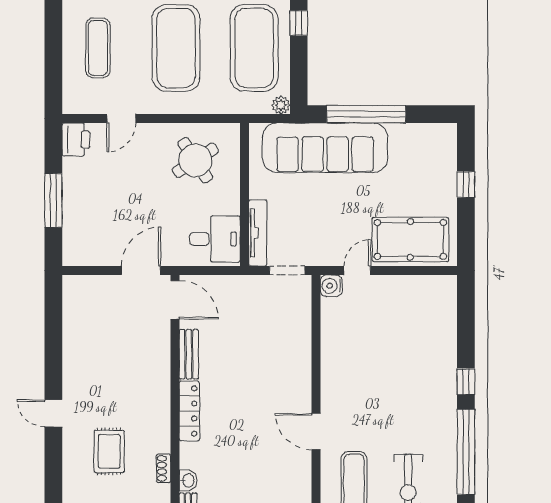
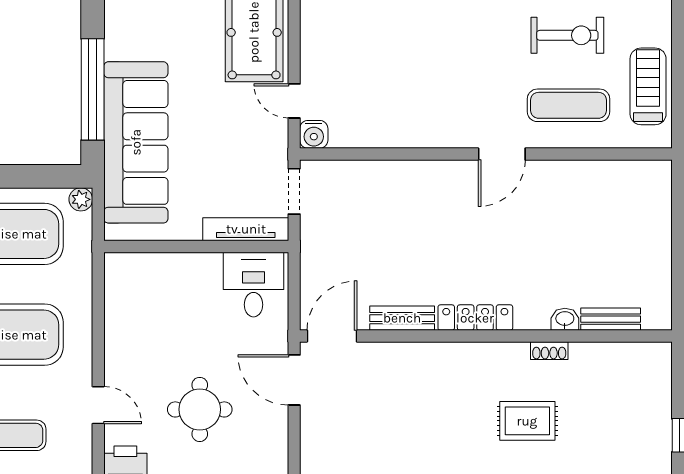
round table: (195, 160) -> (200, 409), moved, turned 33

